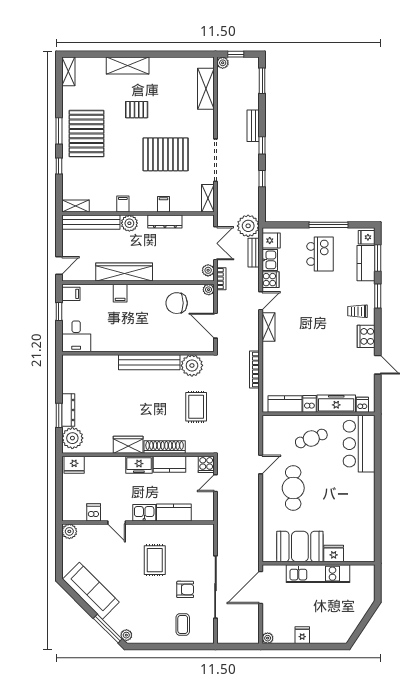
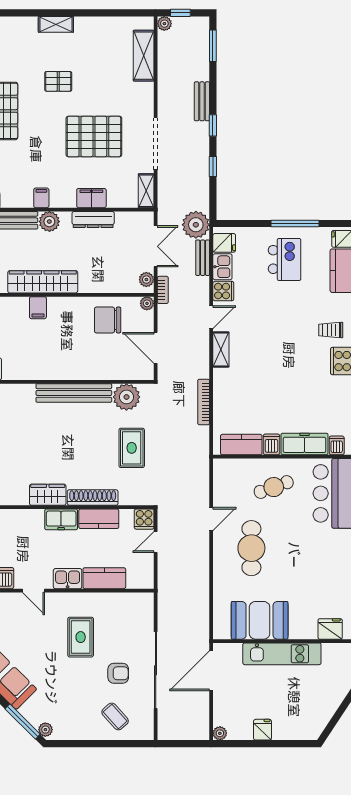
shelving: (128, 66) -> (56, 24), width x0.67, depth x0.75
filing cabinet: (164, 204) -> (91, 198), width x2.00
fridge: (334, 554) -> (330, 629), moved
coffee table: (183, 624) -> (115, 716), turned -42

